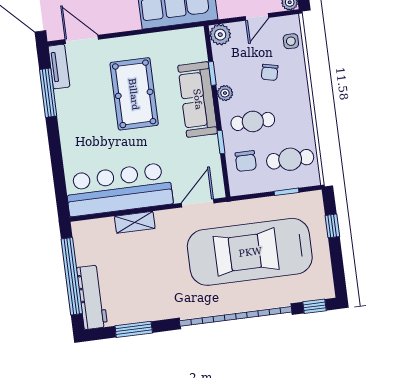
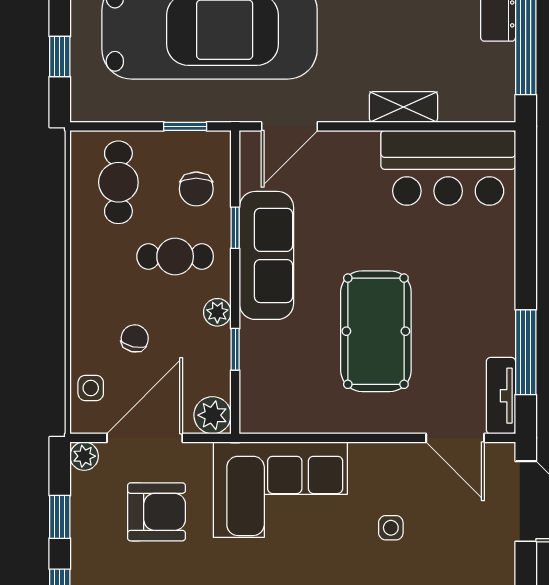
door: (257, 17) -> (145, 438), width x1.88
sofa: (198, 99) -> (266, 255), moved
cafe table: (290, 159) -> (118, 182), turned 90
chair: (246, 161) -> (196, 189), turned 180
bar counter: (119, 189) -> (448, 168), width x0.73
window: (286, 192) -> (185, 126), moved

